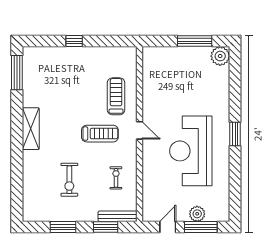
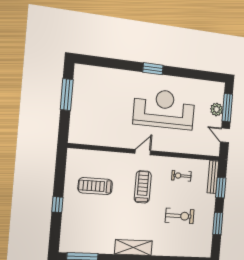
plant: (220, 56) -> (82, 73), removed
treadmill: (116, 96) -> (95, 186), moved
reception desk: (191, 151) -> (164, 109), turned 180

